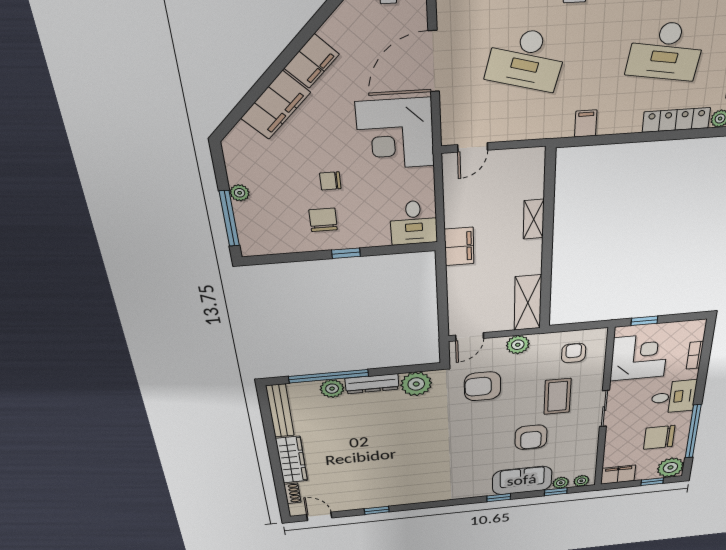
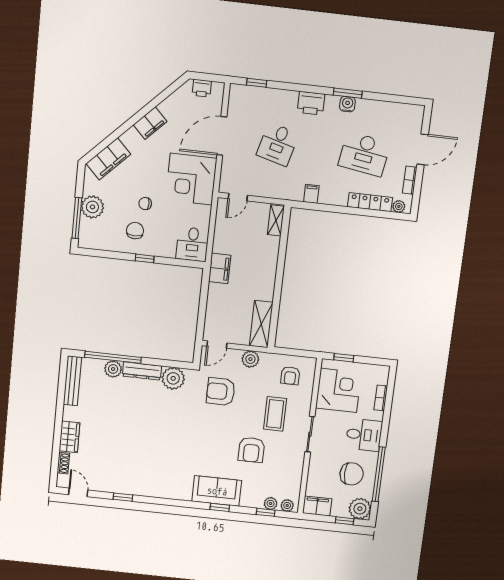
desk: (526, 59) -> (278, 144), width x0.73
filing cabinet: (276, 105) -> (108, 159), moved
plant: (240, 193) -> (92, 207), width x1.87, depth x1.87
shelving: (534, 219) -> (276, 220), moved
armchair: (574, 353) -> (290, 376), turned 180
chair: (659, 437) -> (352, 474), turned 180
wardrobe: (292, 460) -> (69, 437), width x0.67
sofa: (522, 480) -> (217, 491), moved

